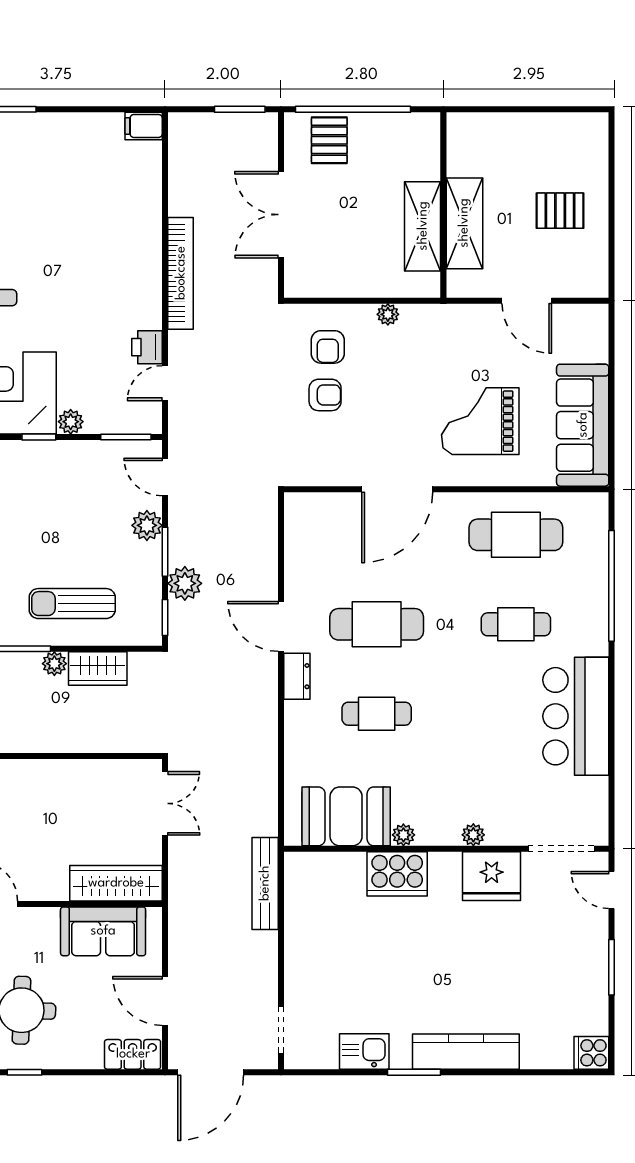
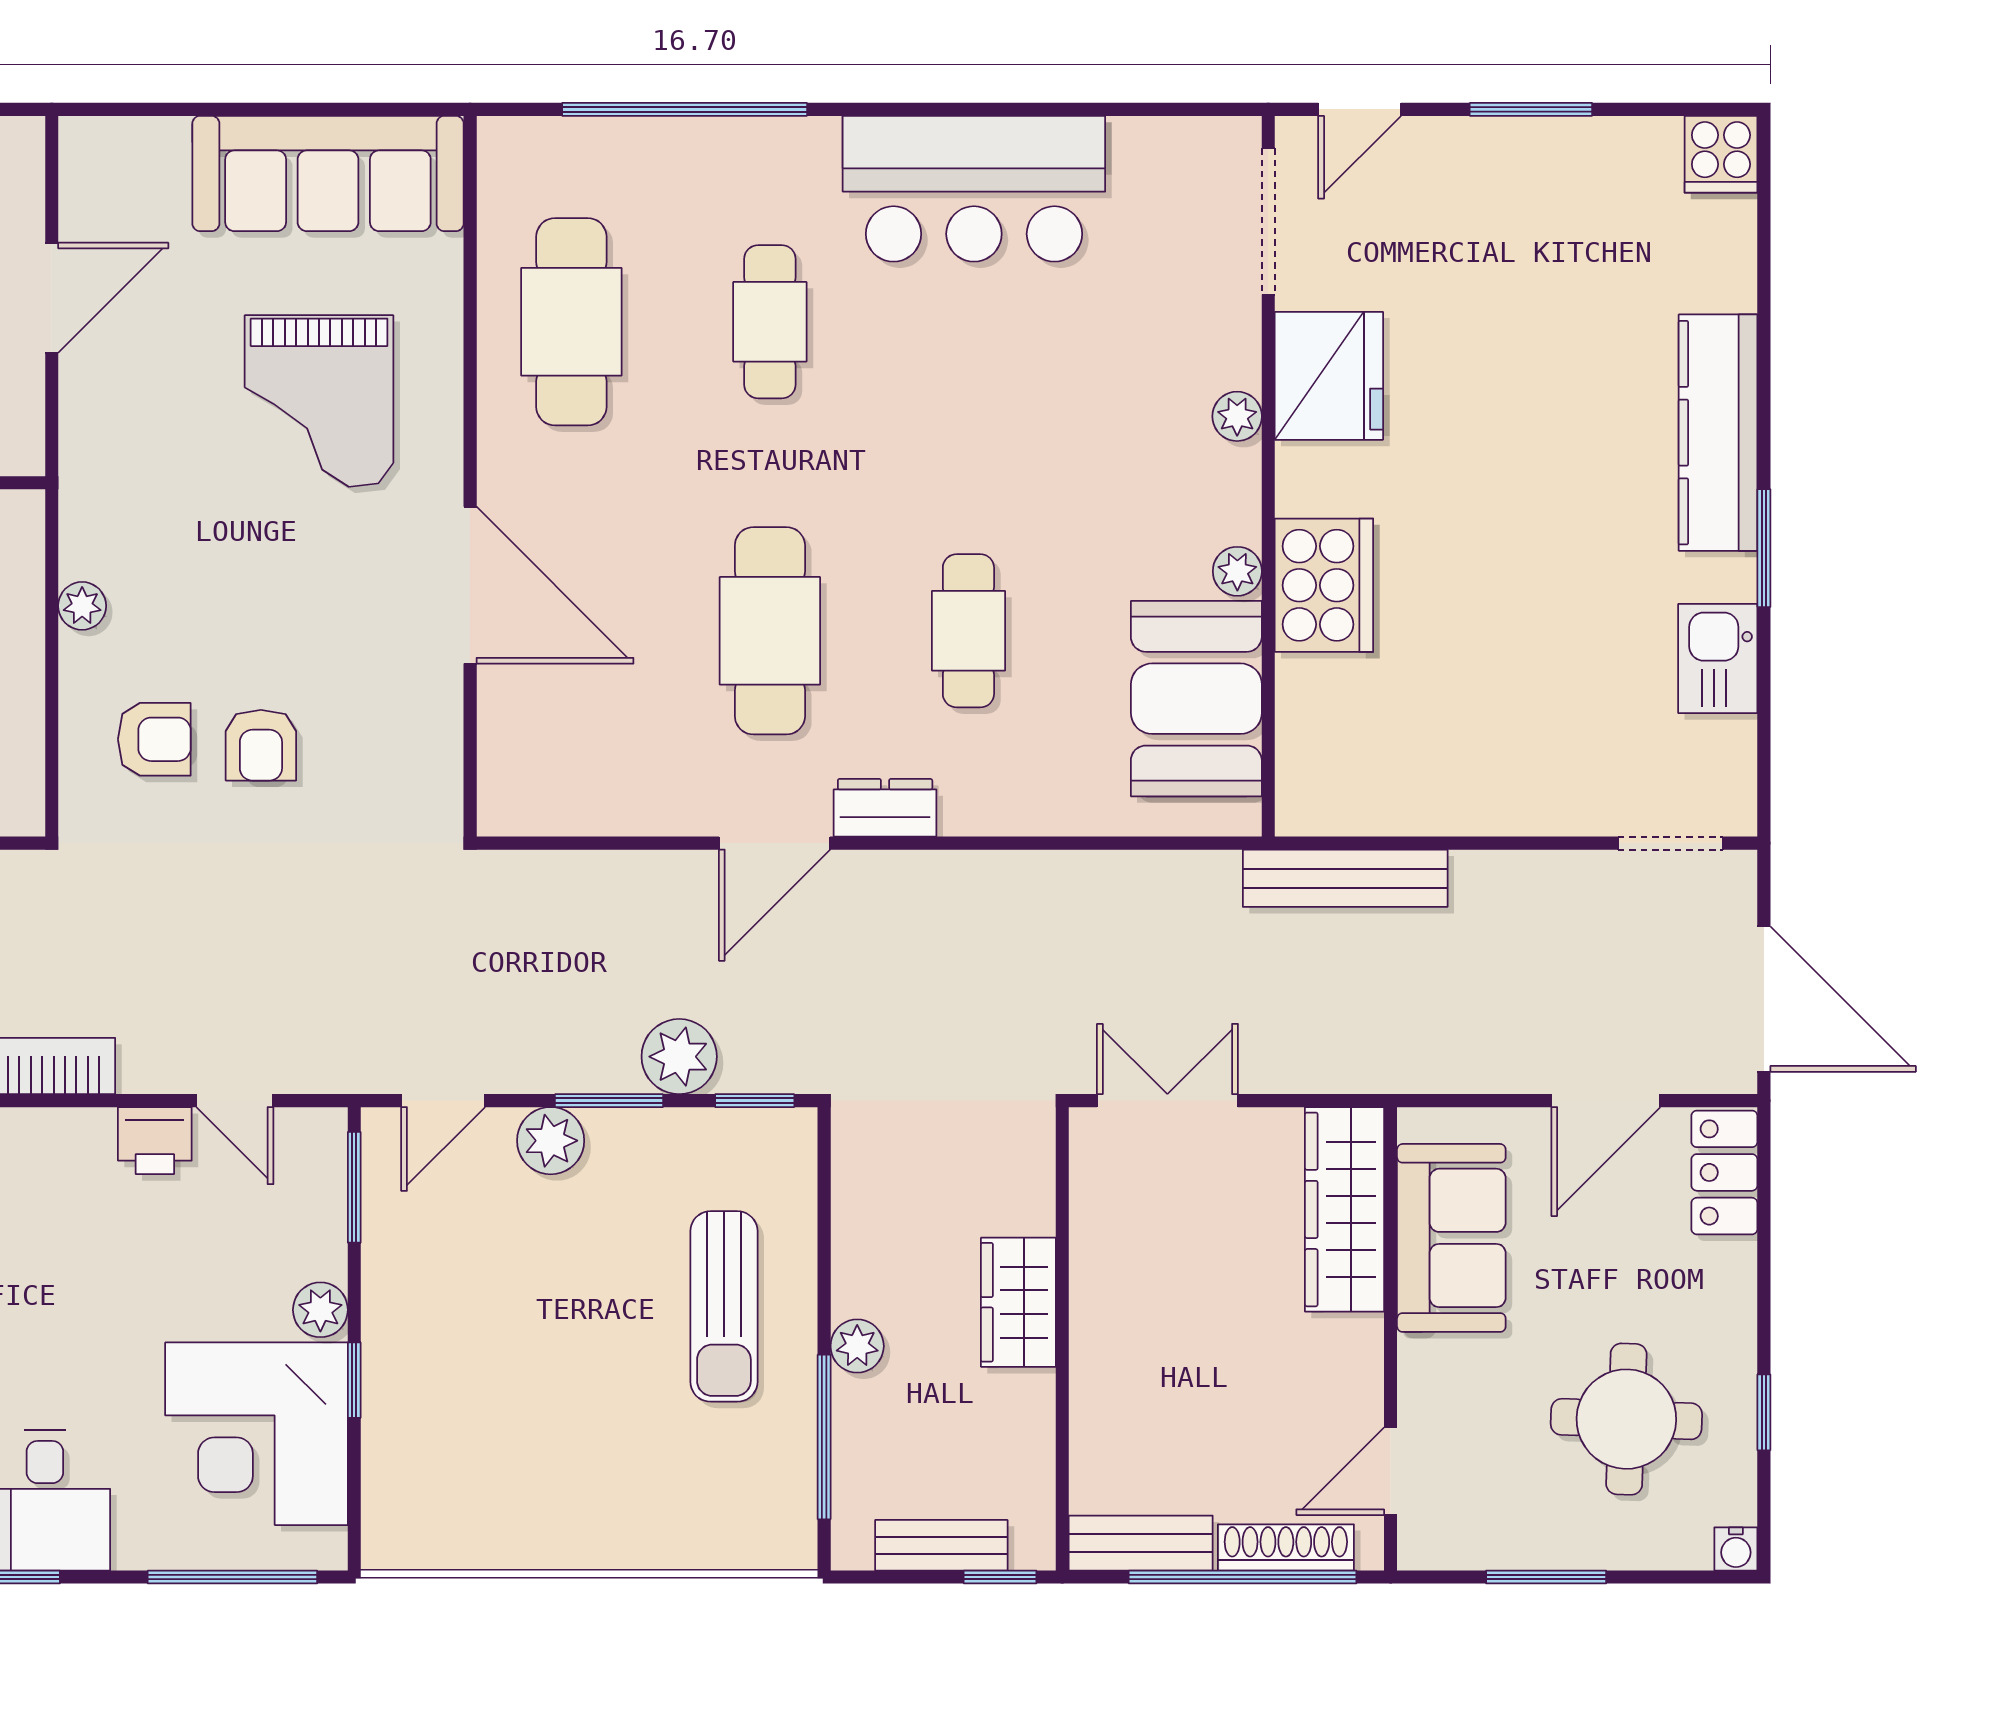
armchair: (325, 395) -> (261, 745), turned 180
wardrobe: (98, 668) -> (1018, 1302), moved, turned 180

